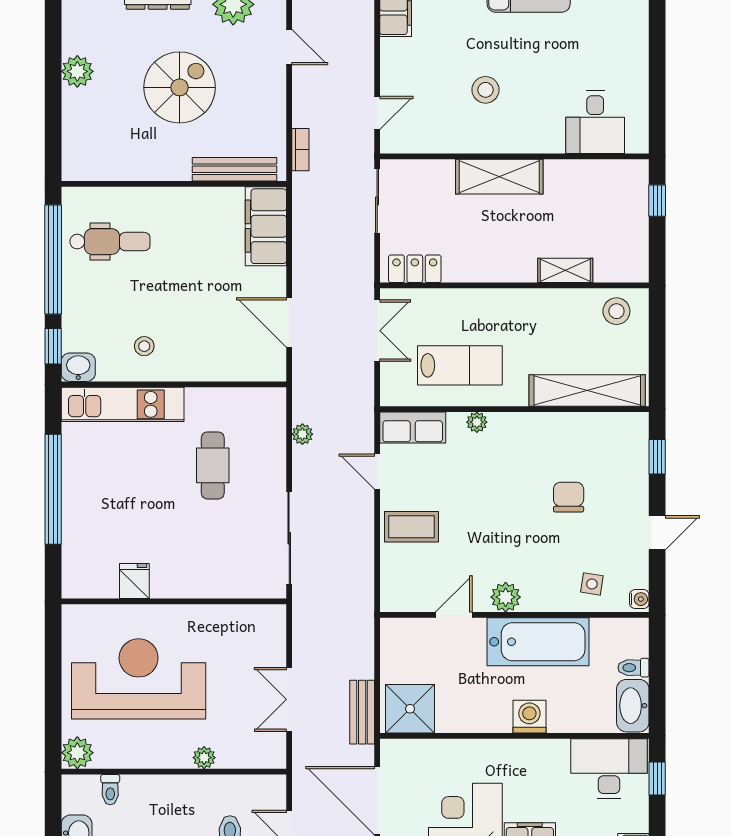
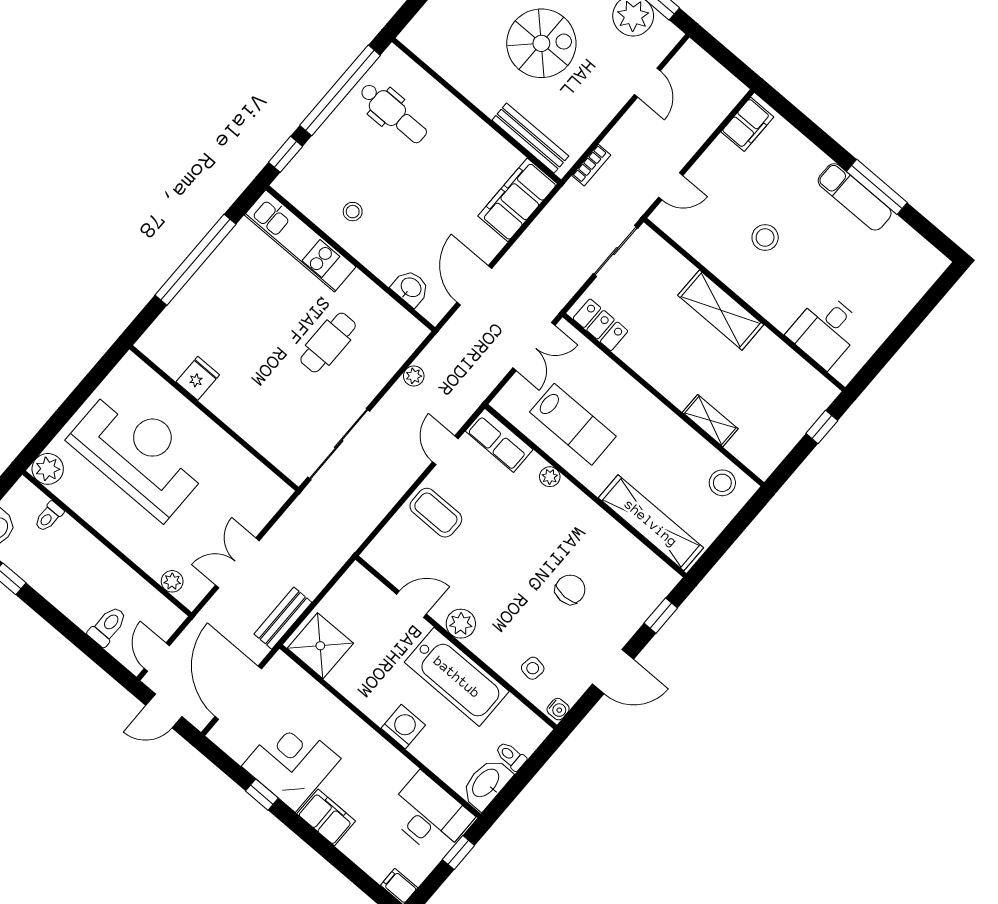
washbasin: (78, 367) -> (411, 288), moved
door: (657, 533) -> (613, 672), width x1.38
plant: (204, 758) -> (172, 581), moved

